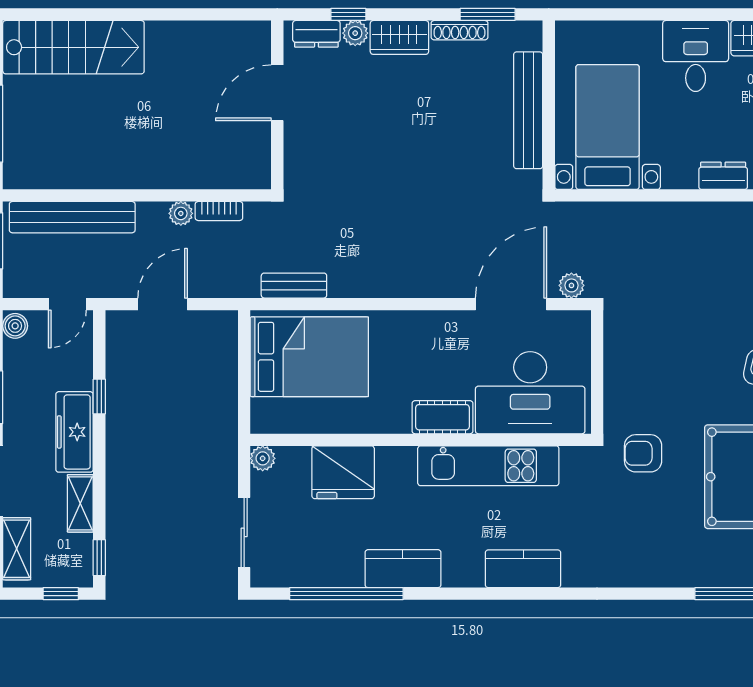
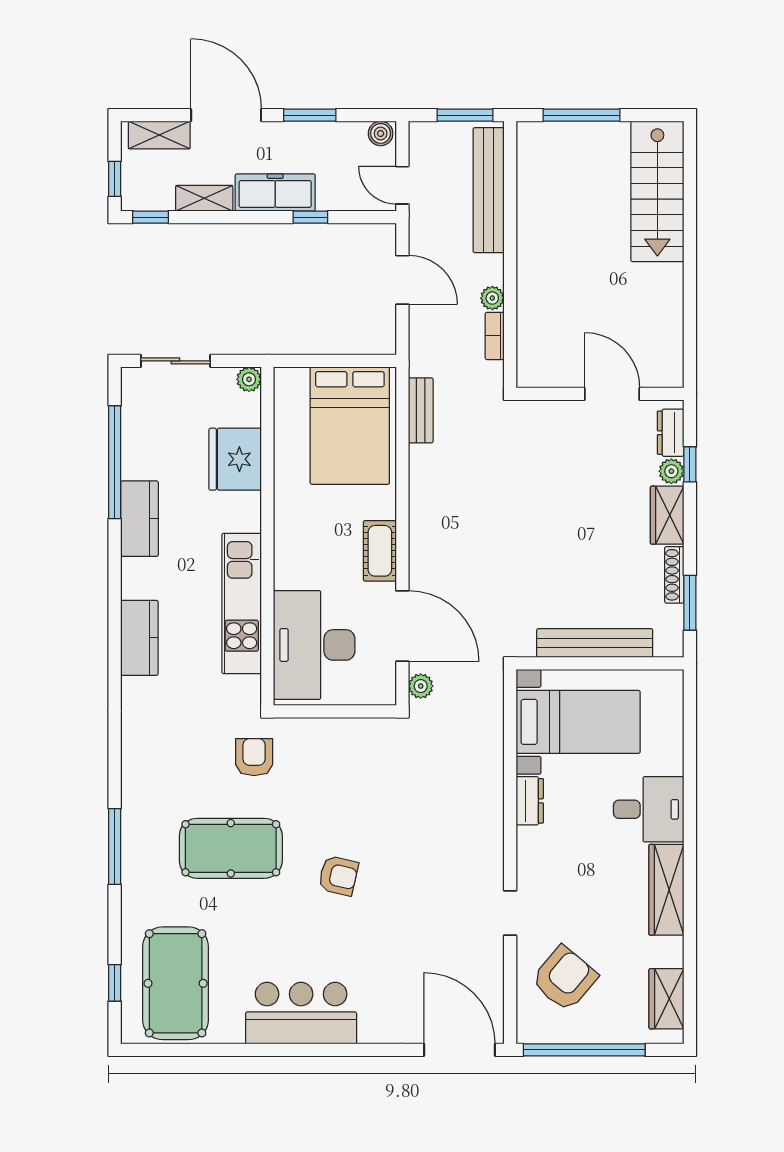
dresser: (723, 176) -> (530, 801), moved
cot: (443, 417) -> (380, 551), moved

